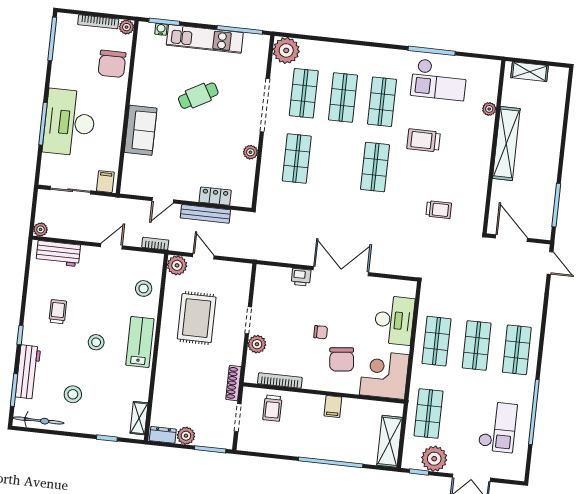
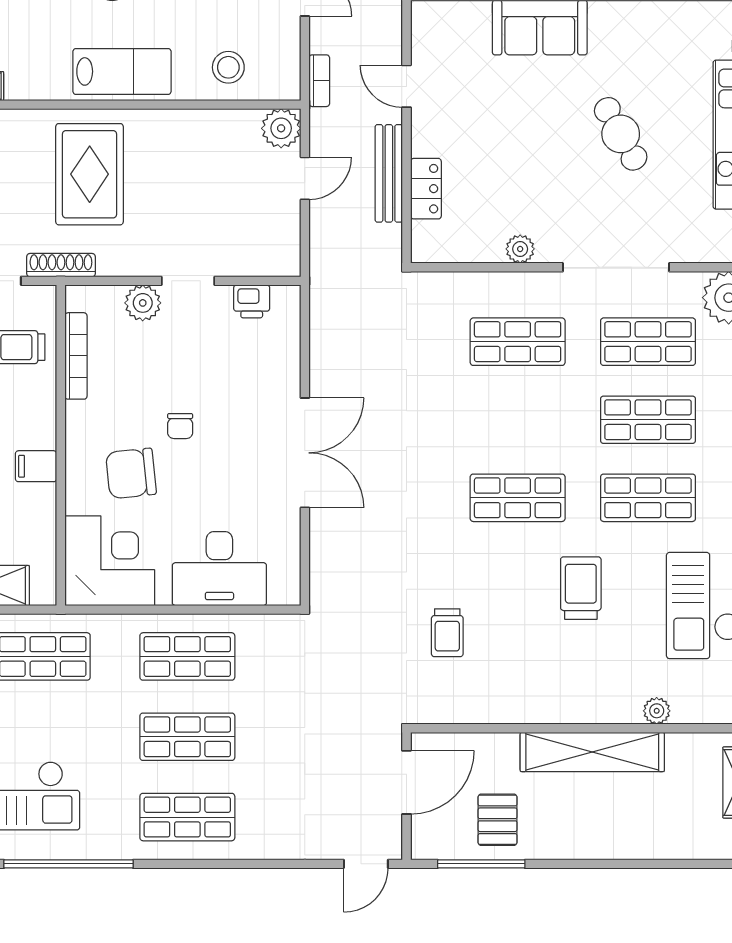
pallet: (535, 195) -> (498, 820), added
printer: (301, 277) -> (252, 301), moved, turned -90
rug: (197, 318) -> (90, 174), moved, turned 90

